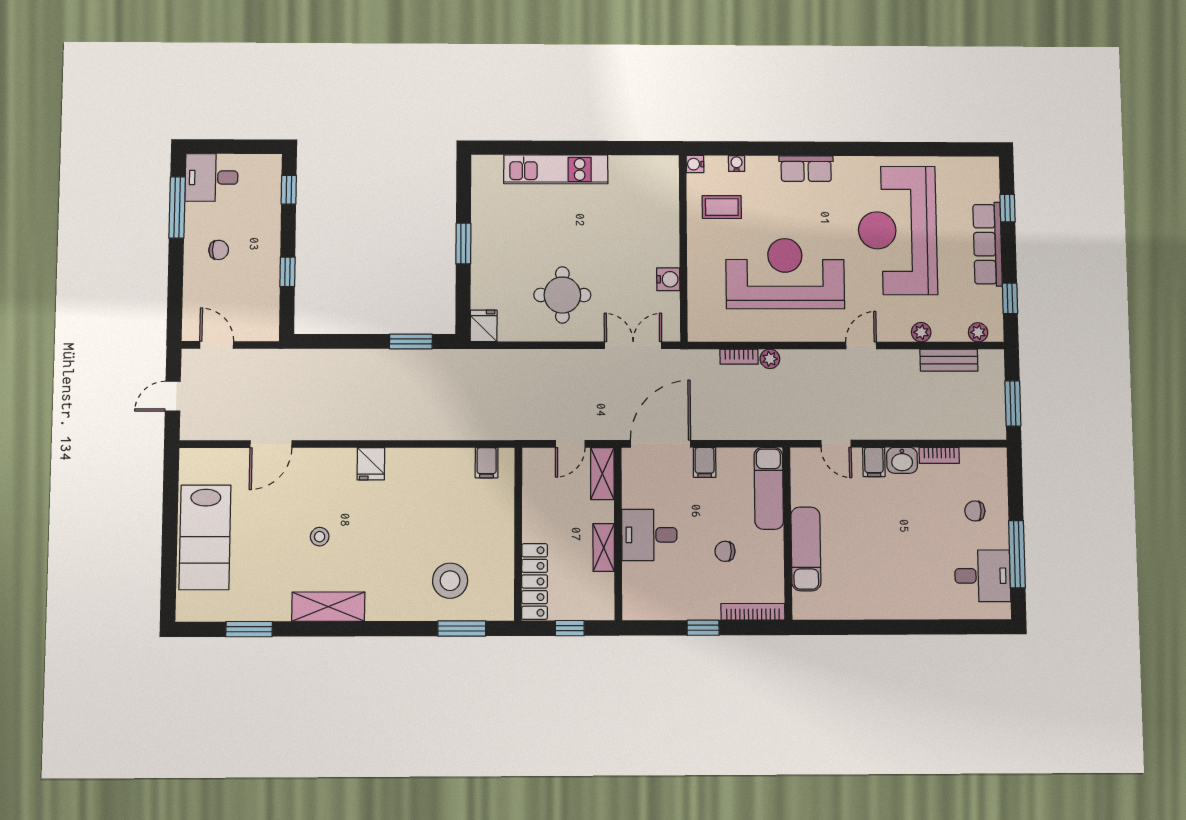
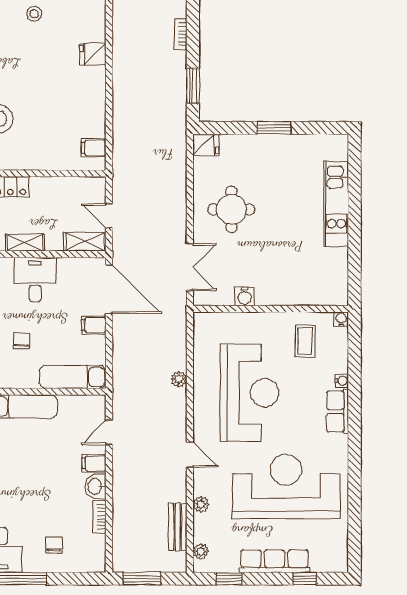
water cooler: (737, 164) -> (342, 381), moved
bookcase: (739, 357) -> (181, 34), moved

